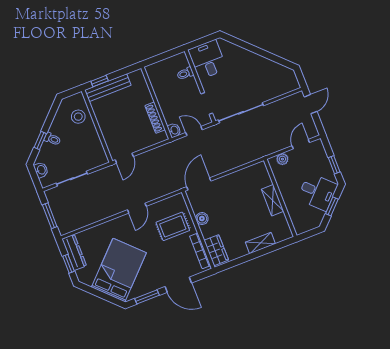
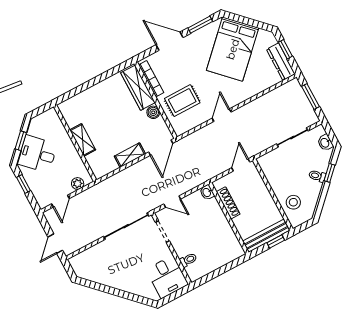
wall: (156, 103) -> (229, 218), moved
shoe rack: (155, 118) -> (228, 203), moved
washbasin: (174, 130) -> (207, 192), moved
shelving: (260, 243) -> (130, 155), moved
wardrobe: (216, 250) -> (138, 88), width x1.50

